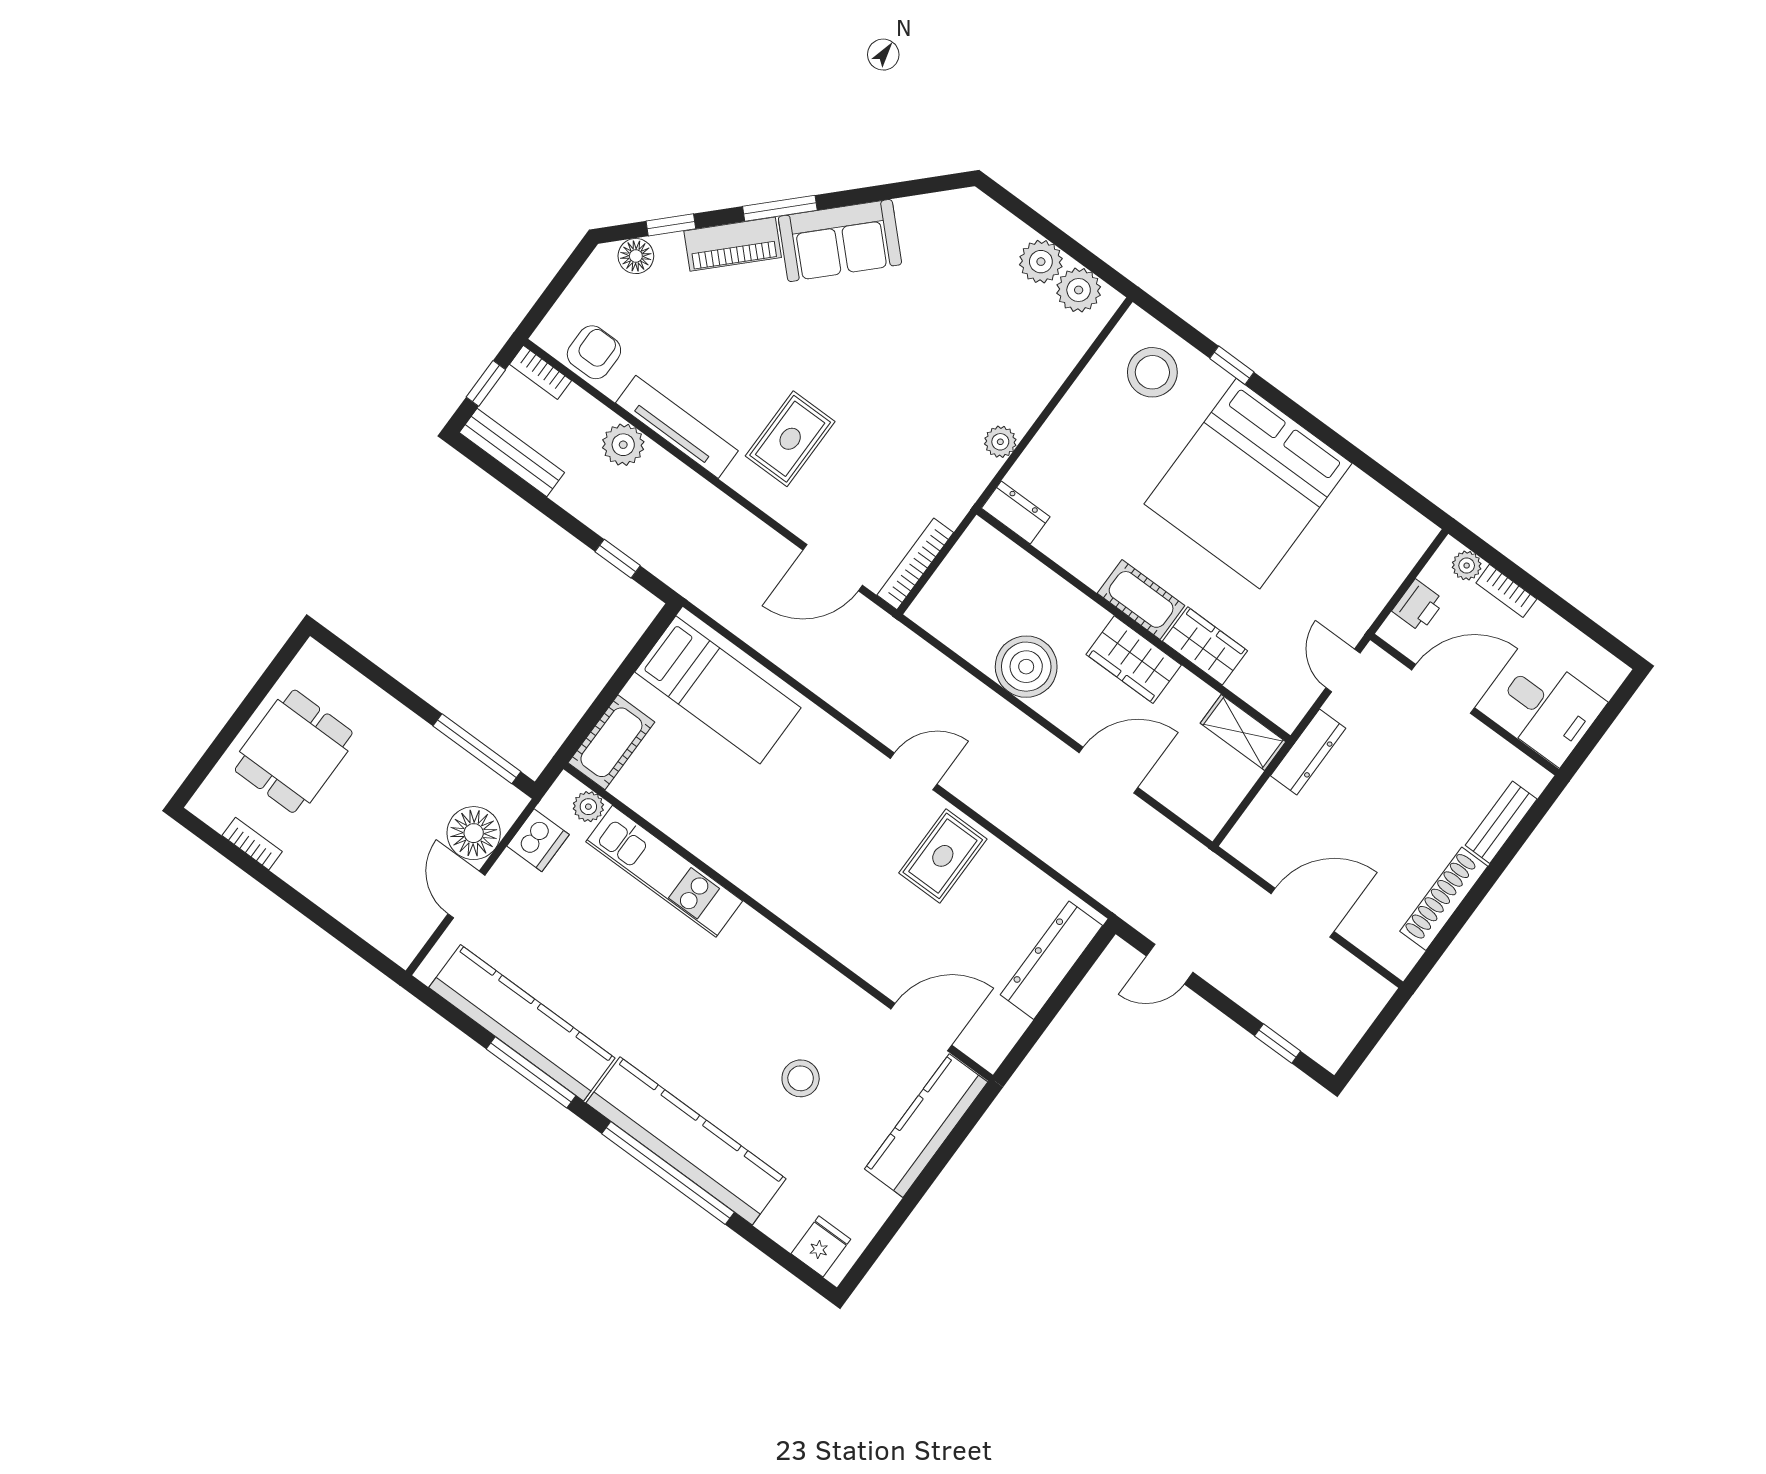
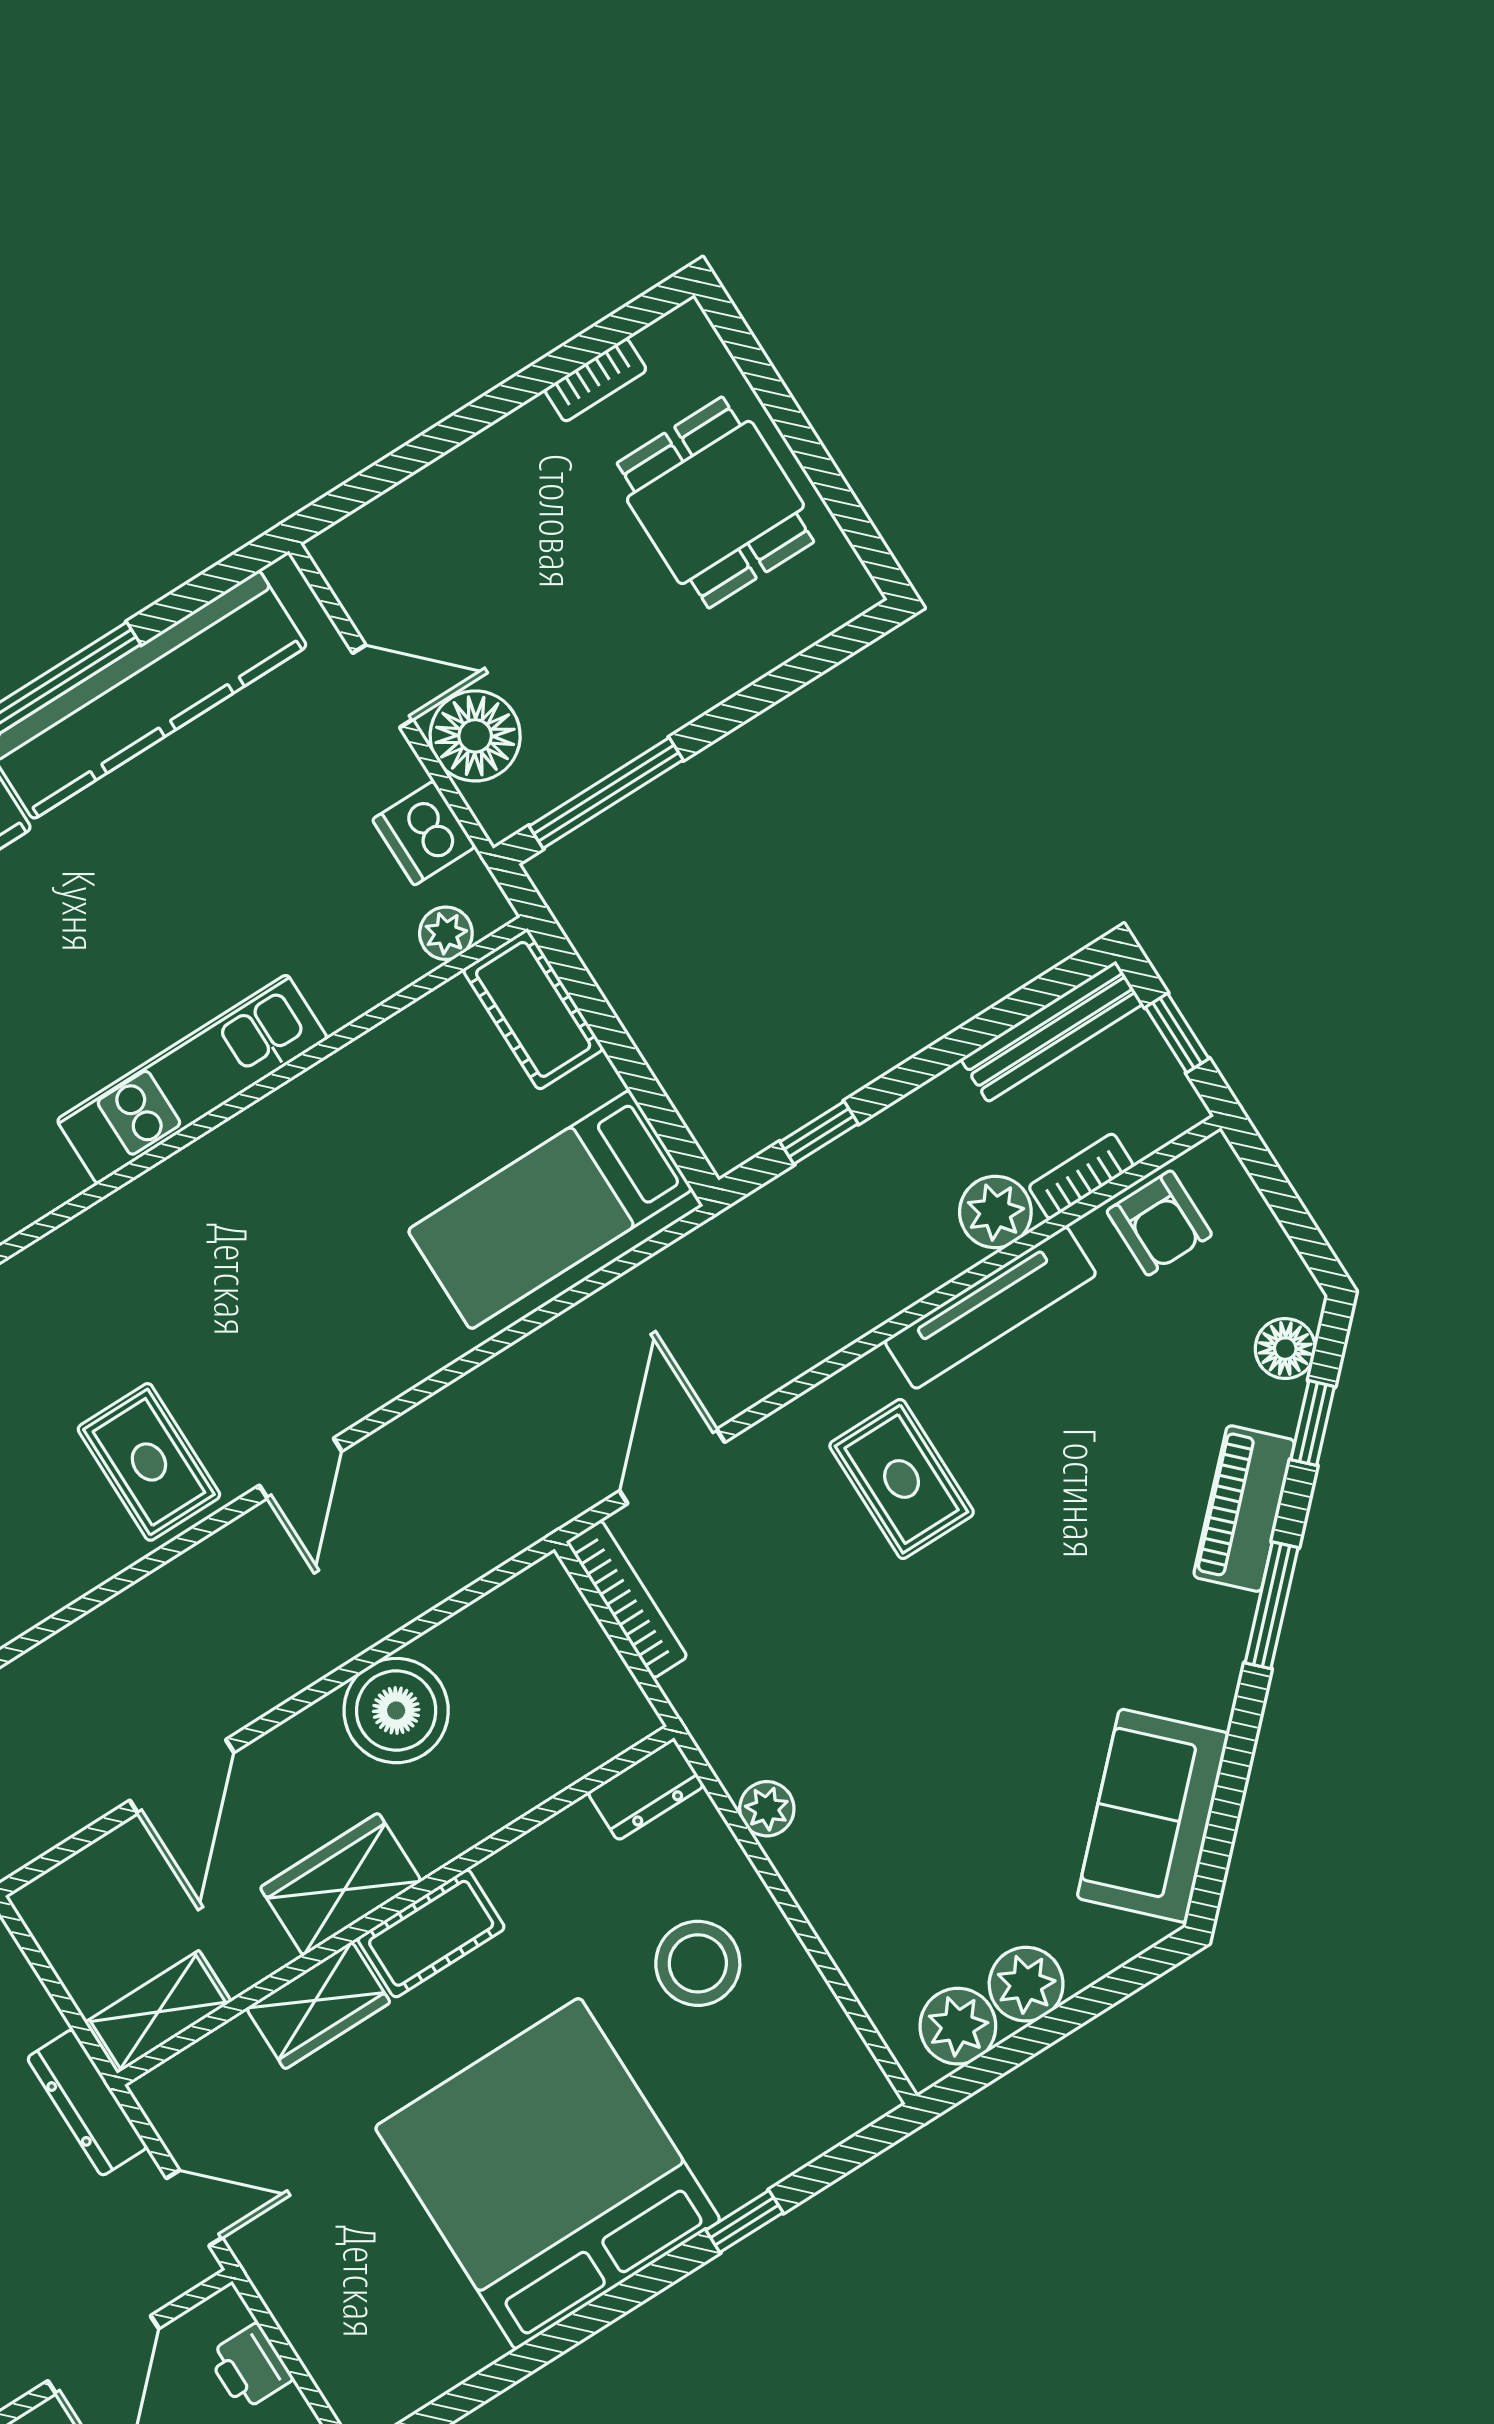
sofa: (840, 241) -> (1153, 1816), moved
bookcase: (540, 372) -> (1081, 1176), moved
stool: (1152, 372) -> (698, 1963), moved
kitchen unit: (664, 871) -> (192, 1079), moved

